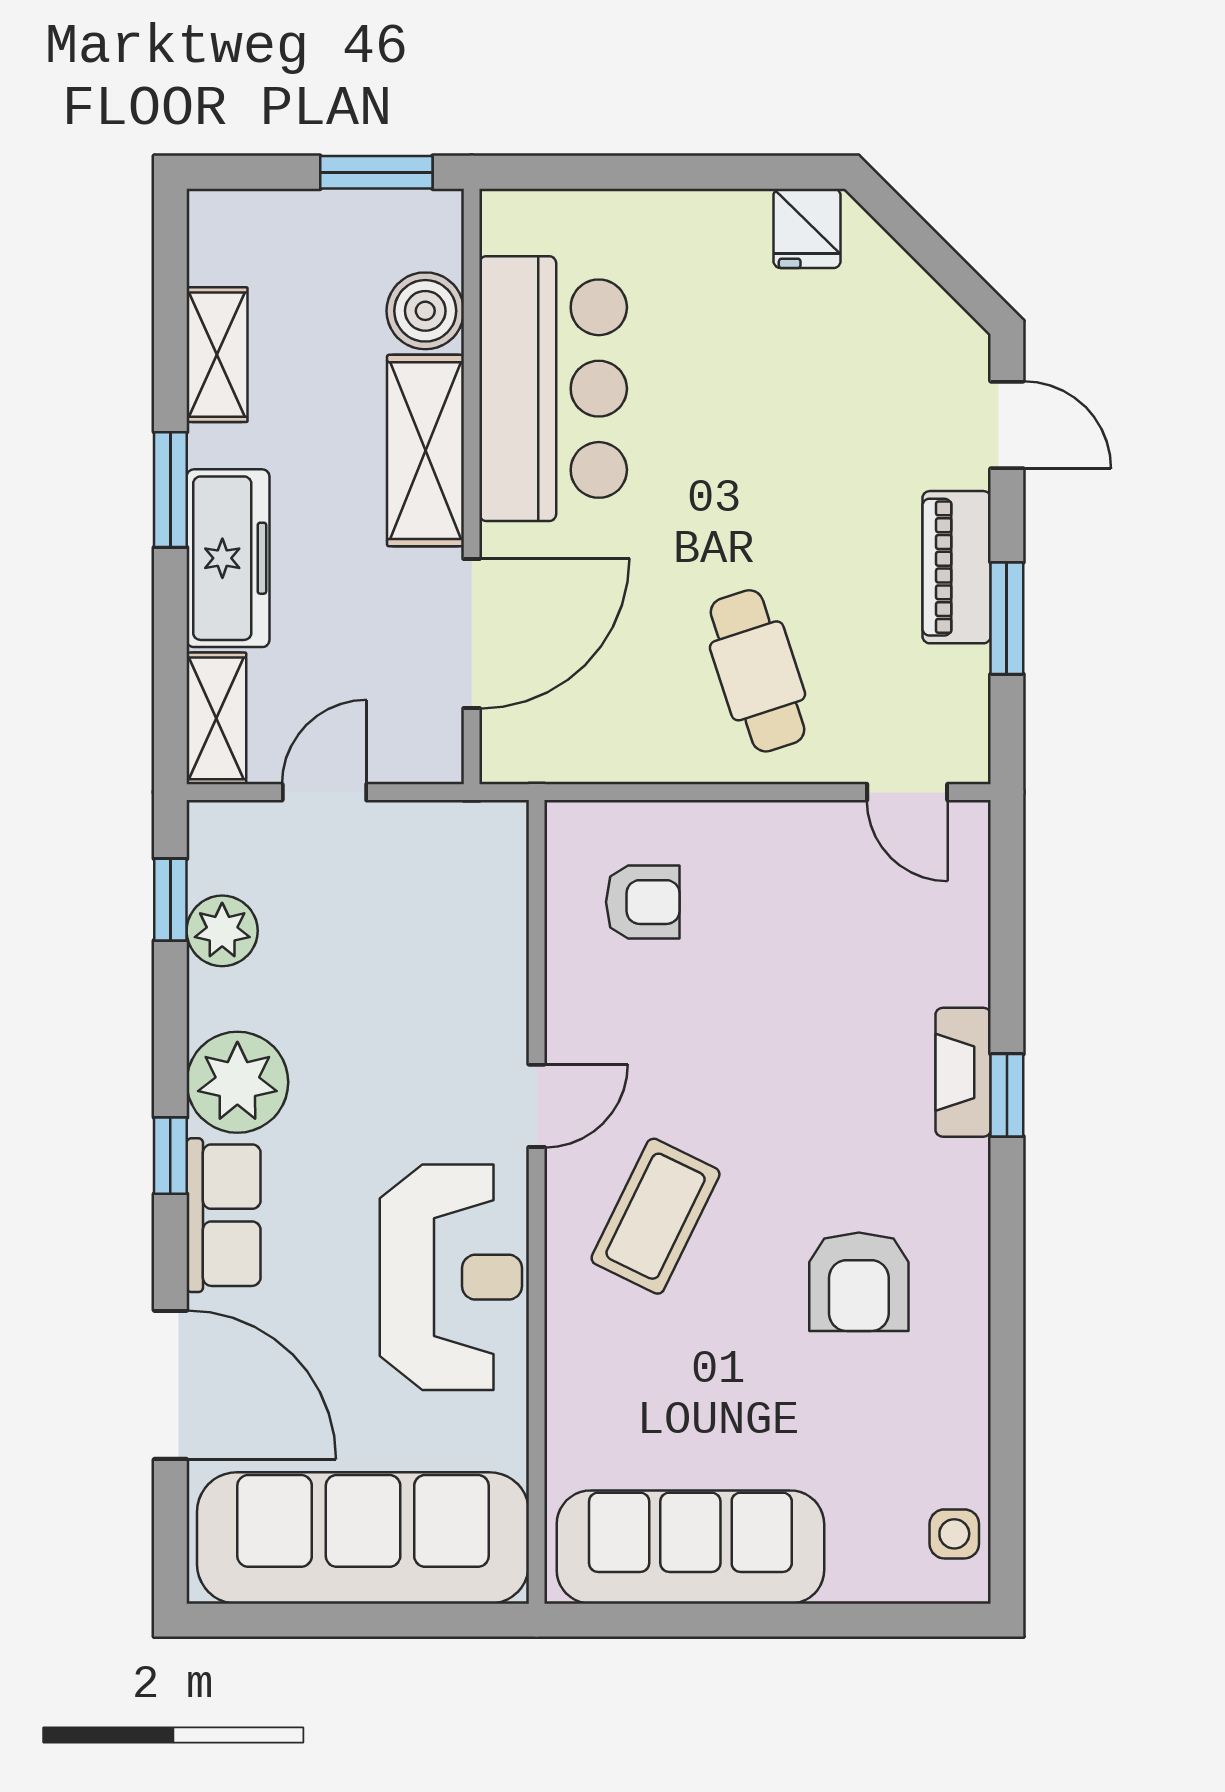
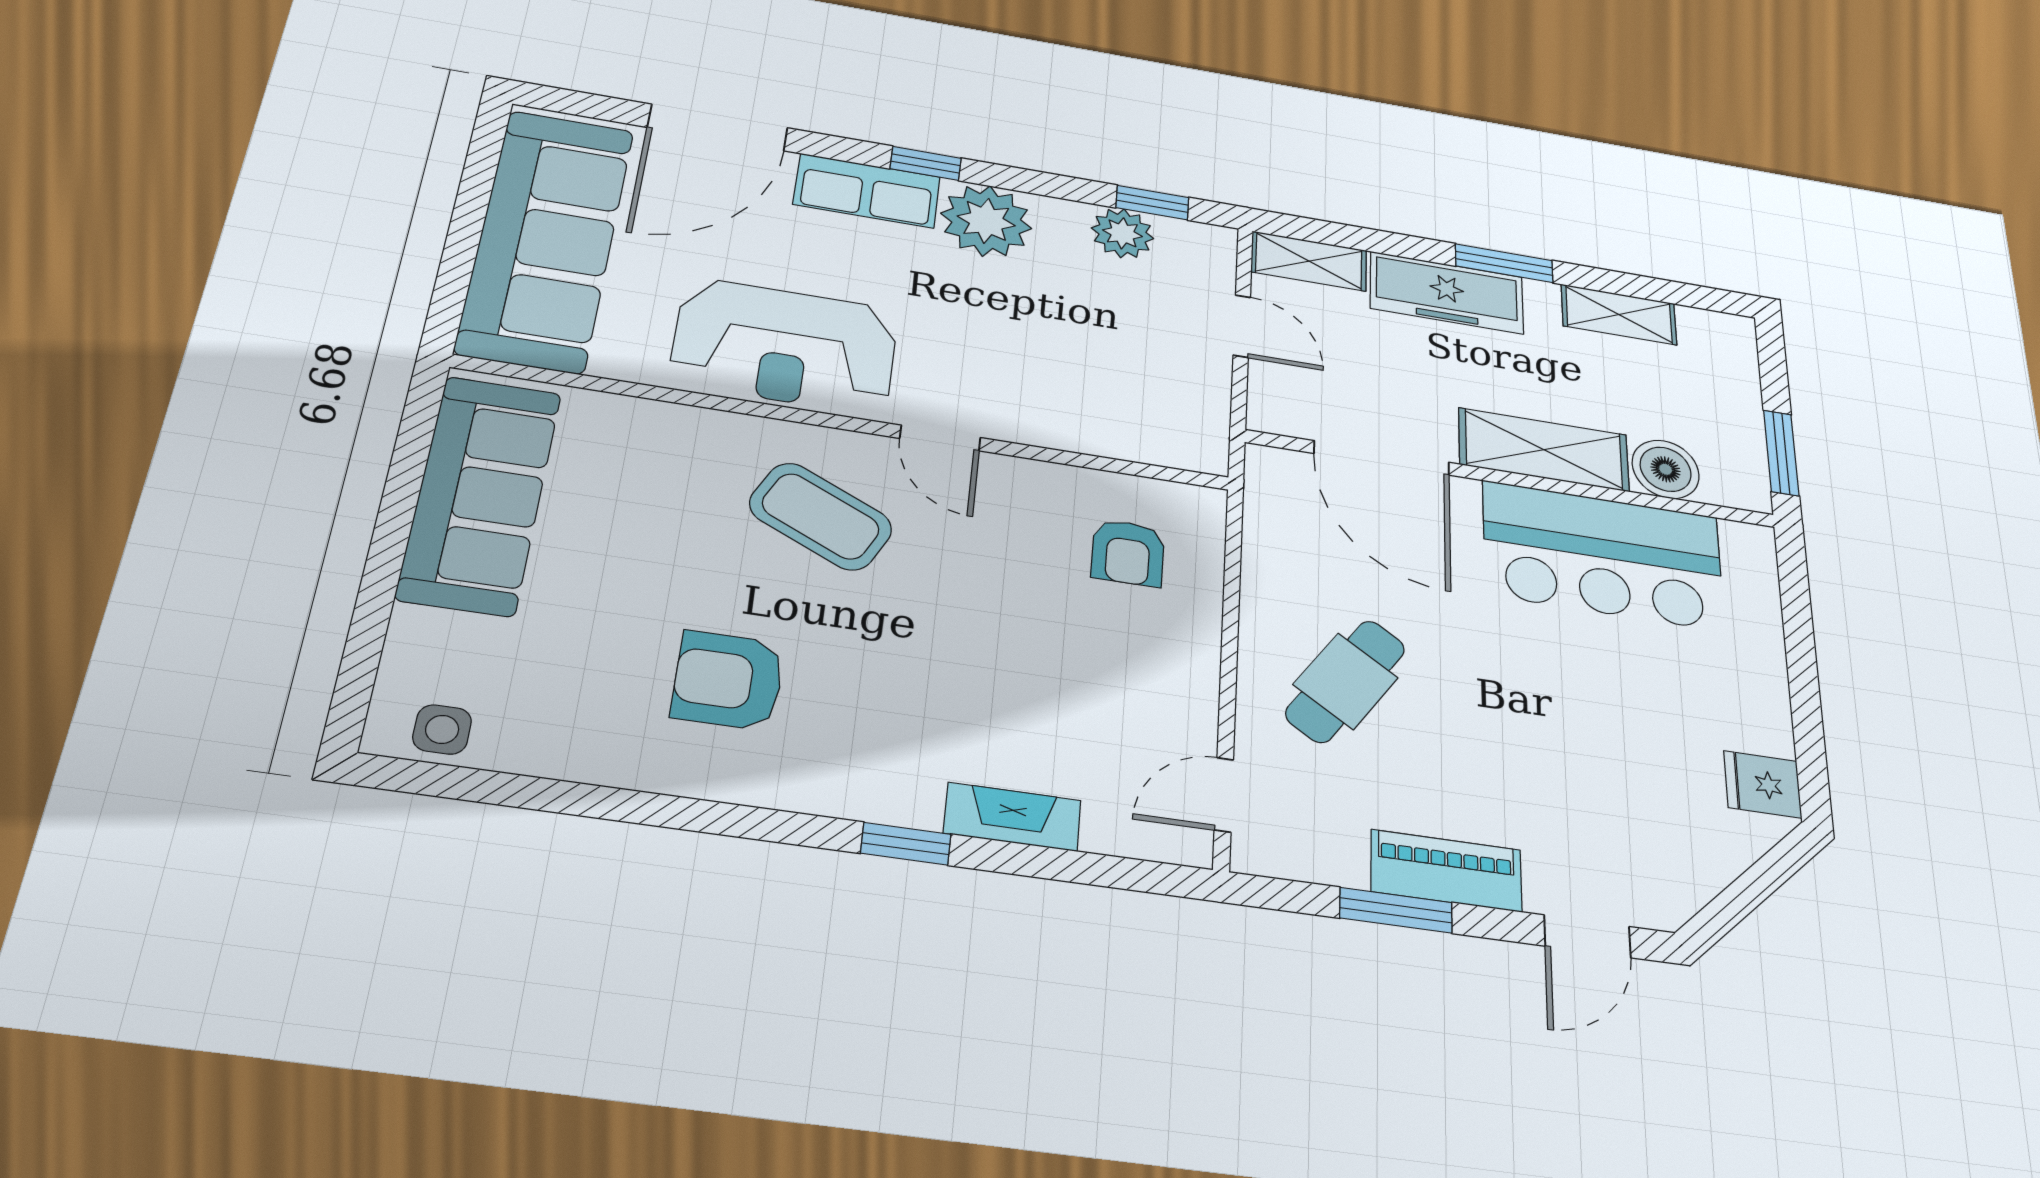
cafe table: (758, 671) -> (1346, 681), turned -38
fireplace: (963, 1072) -> (1012, 817), moved

